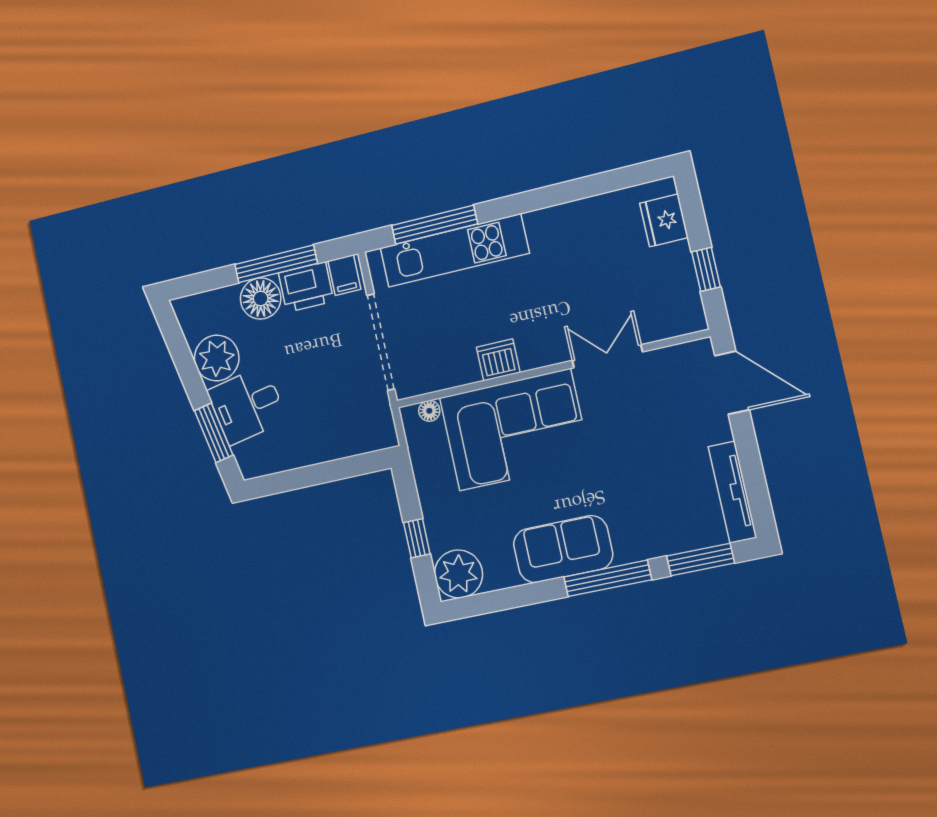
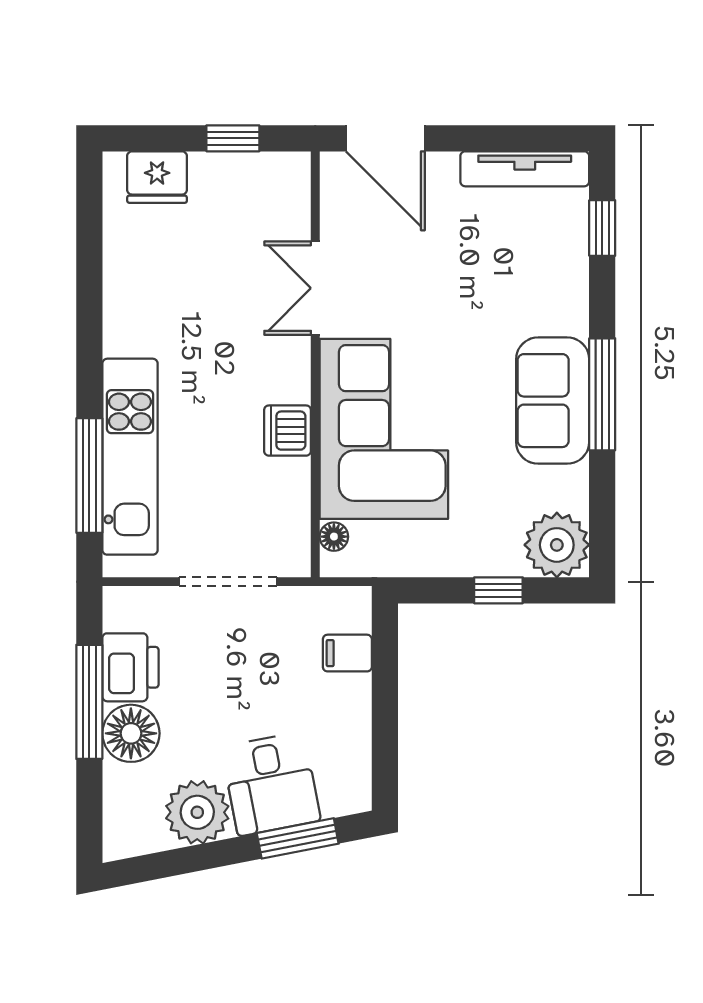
filing cabinet: (344, 275) -> (347, 653), moved, turned 180
doorway: (381, 342) -> (228, 582), width x0.73
door: (732, 383) -> (385, 138), swing flipped
window: (701, 560) -> (602, 228), width x0.67
window: (608, 578) -> (602, 394), moved

